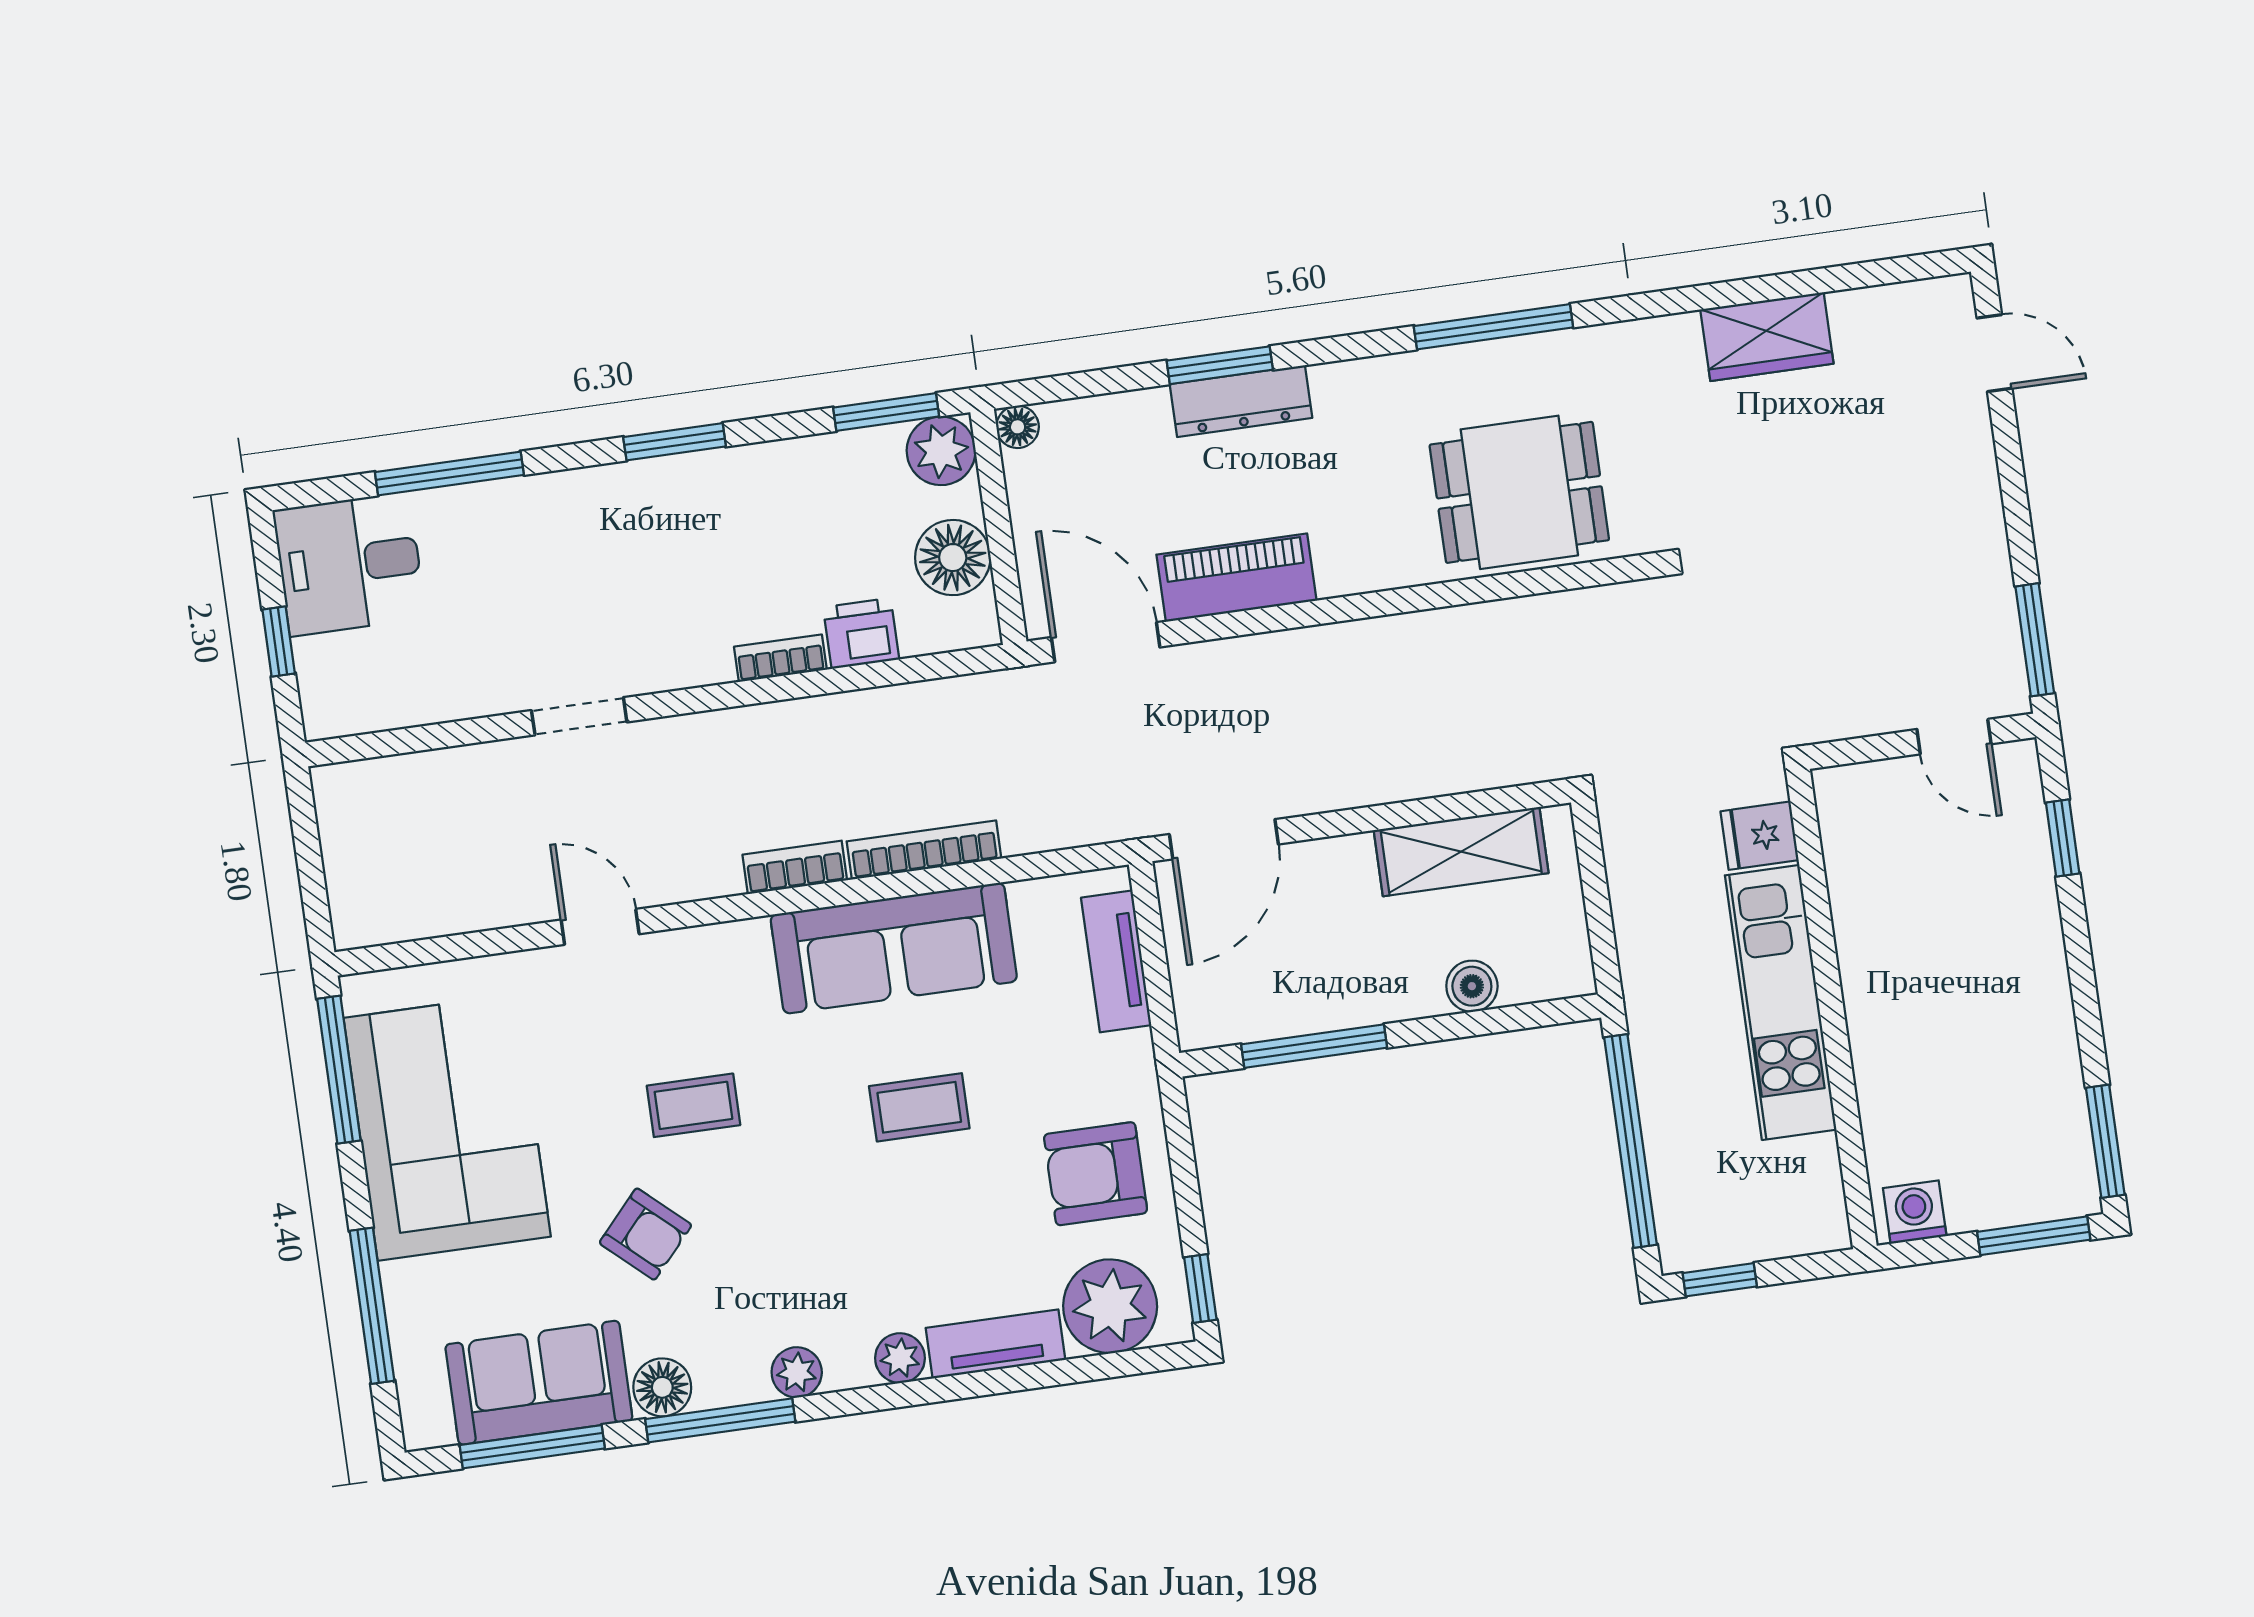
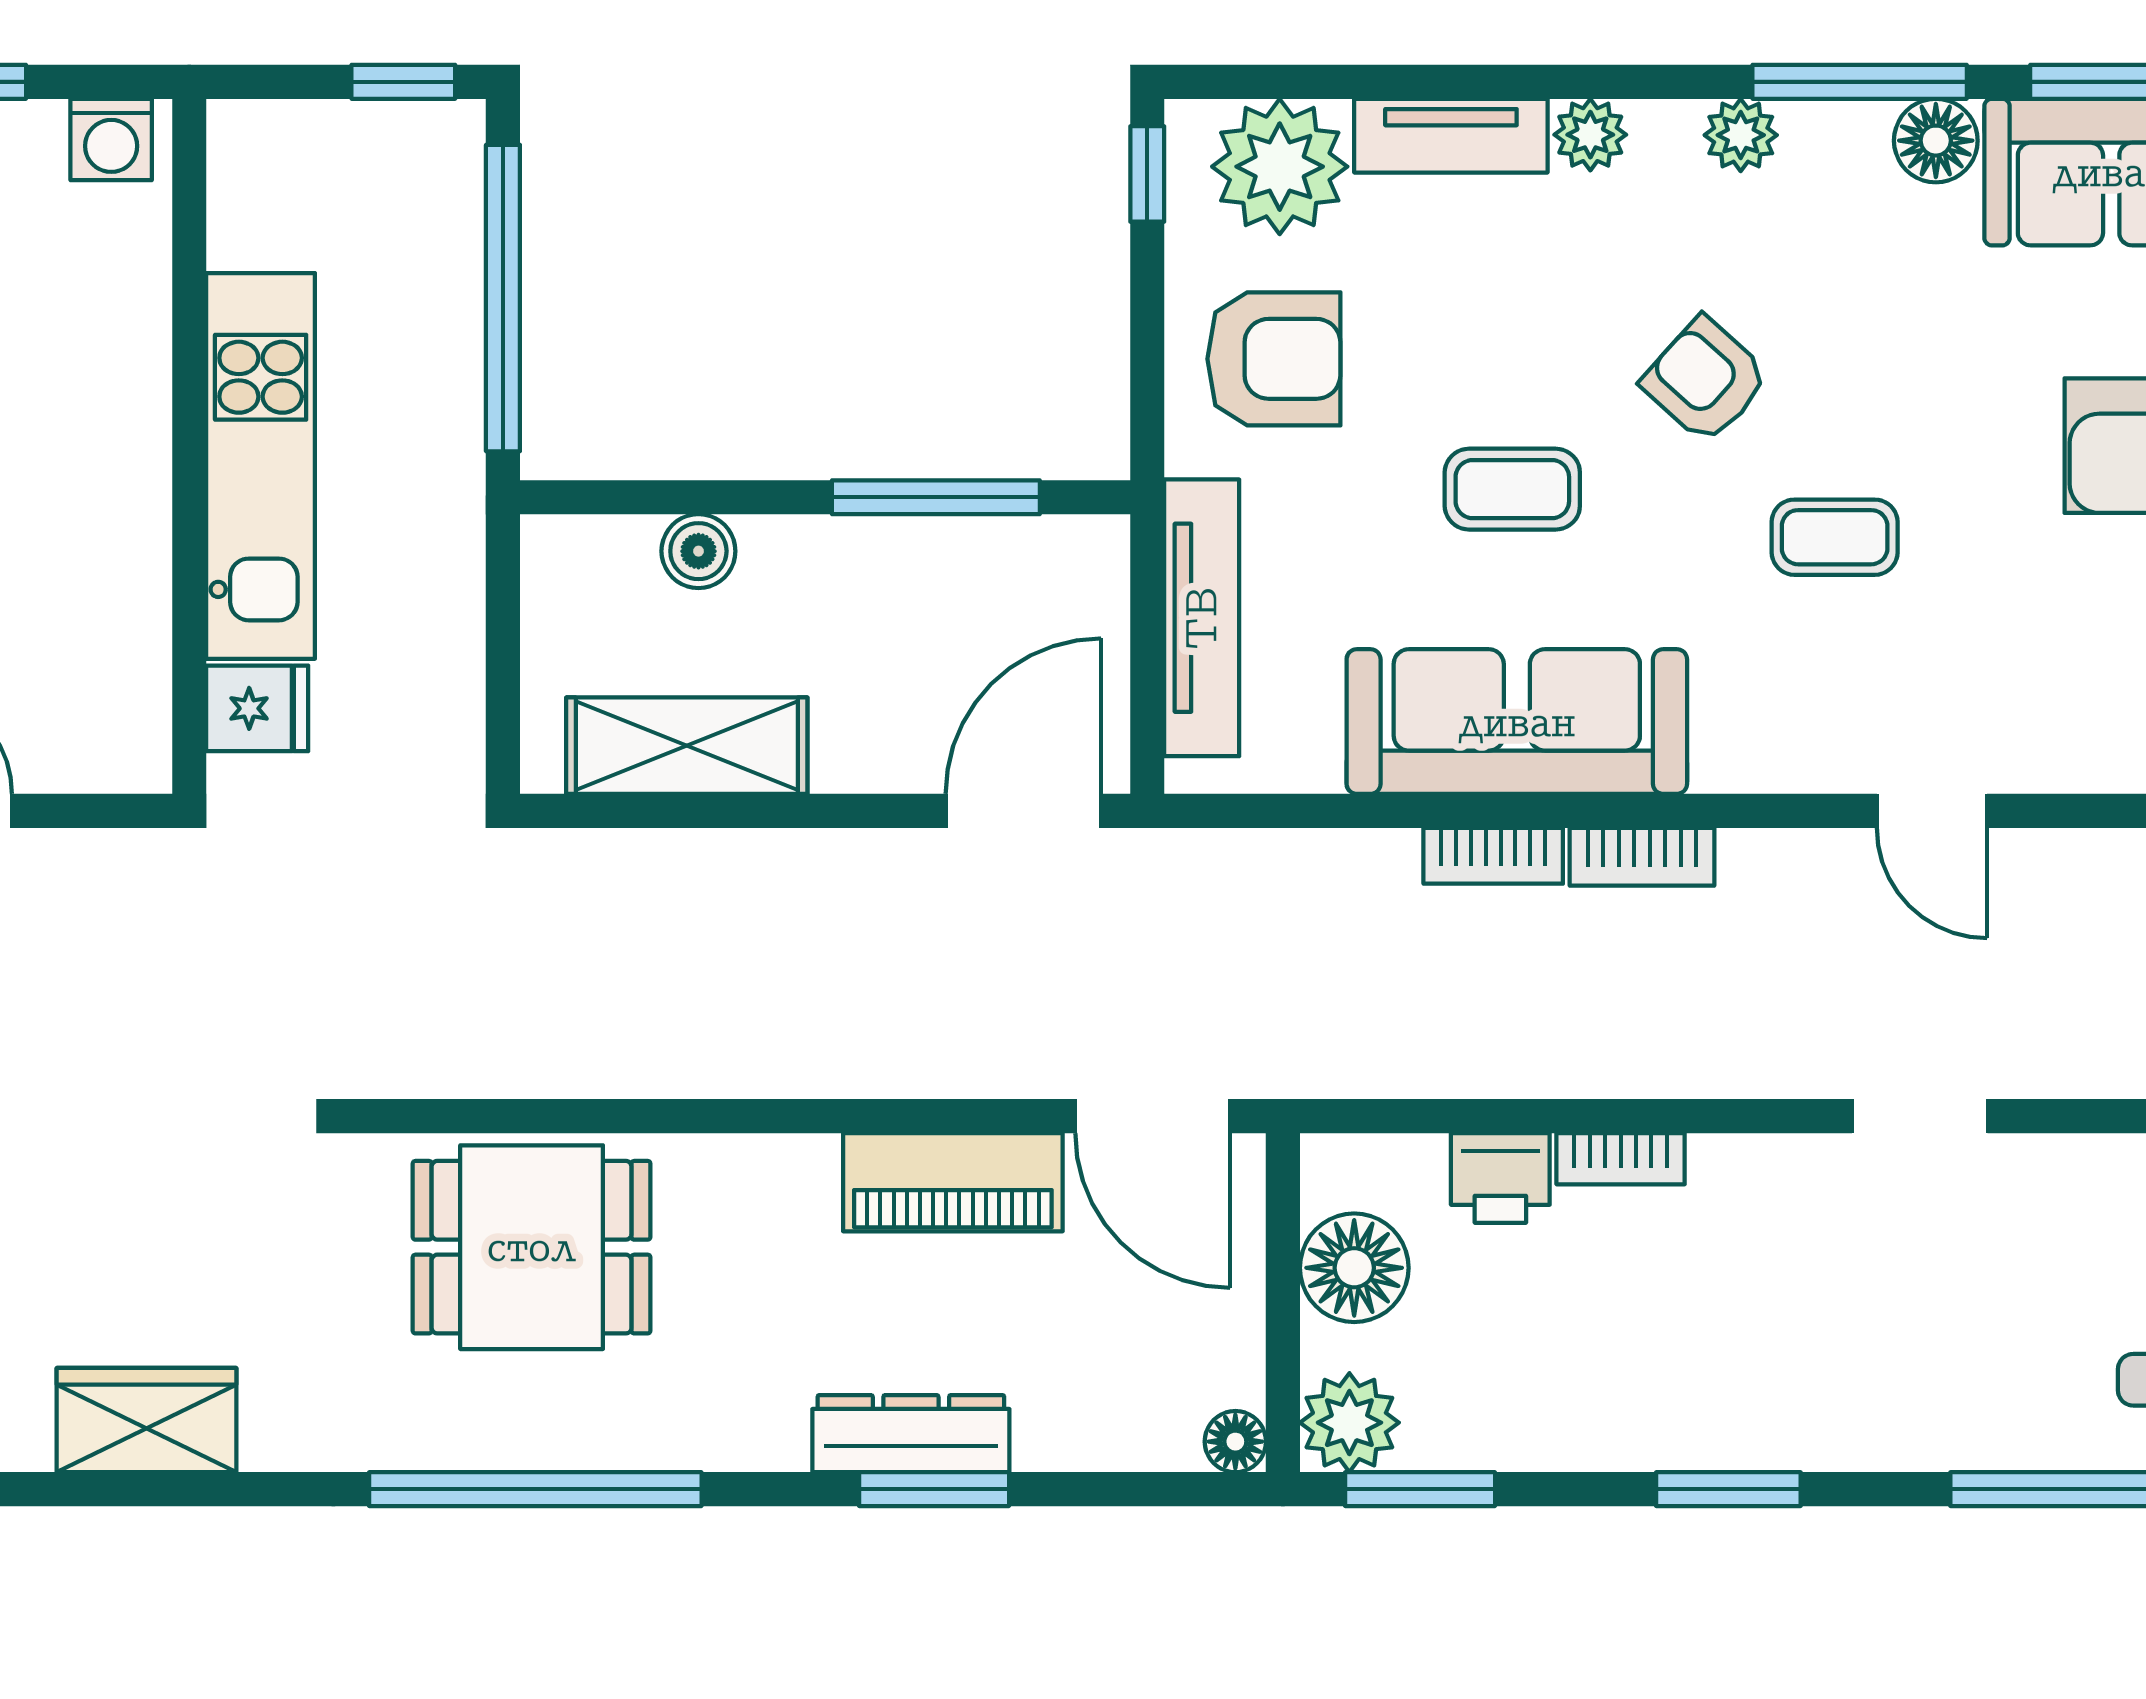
window: (1493, 327) -> (535, 1489), width x1.46
bookcase: (924, 850) -> (1493, 856), width x0.64
tv unit: (1116, 961) -> (1202, 618), width x1.41
armchair: (645, 1234) -> (1705, 380), moved

